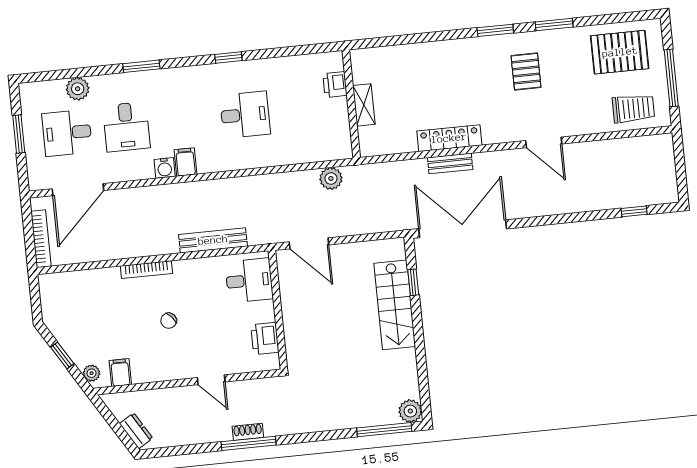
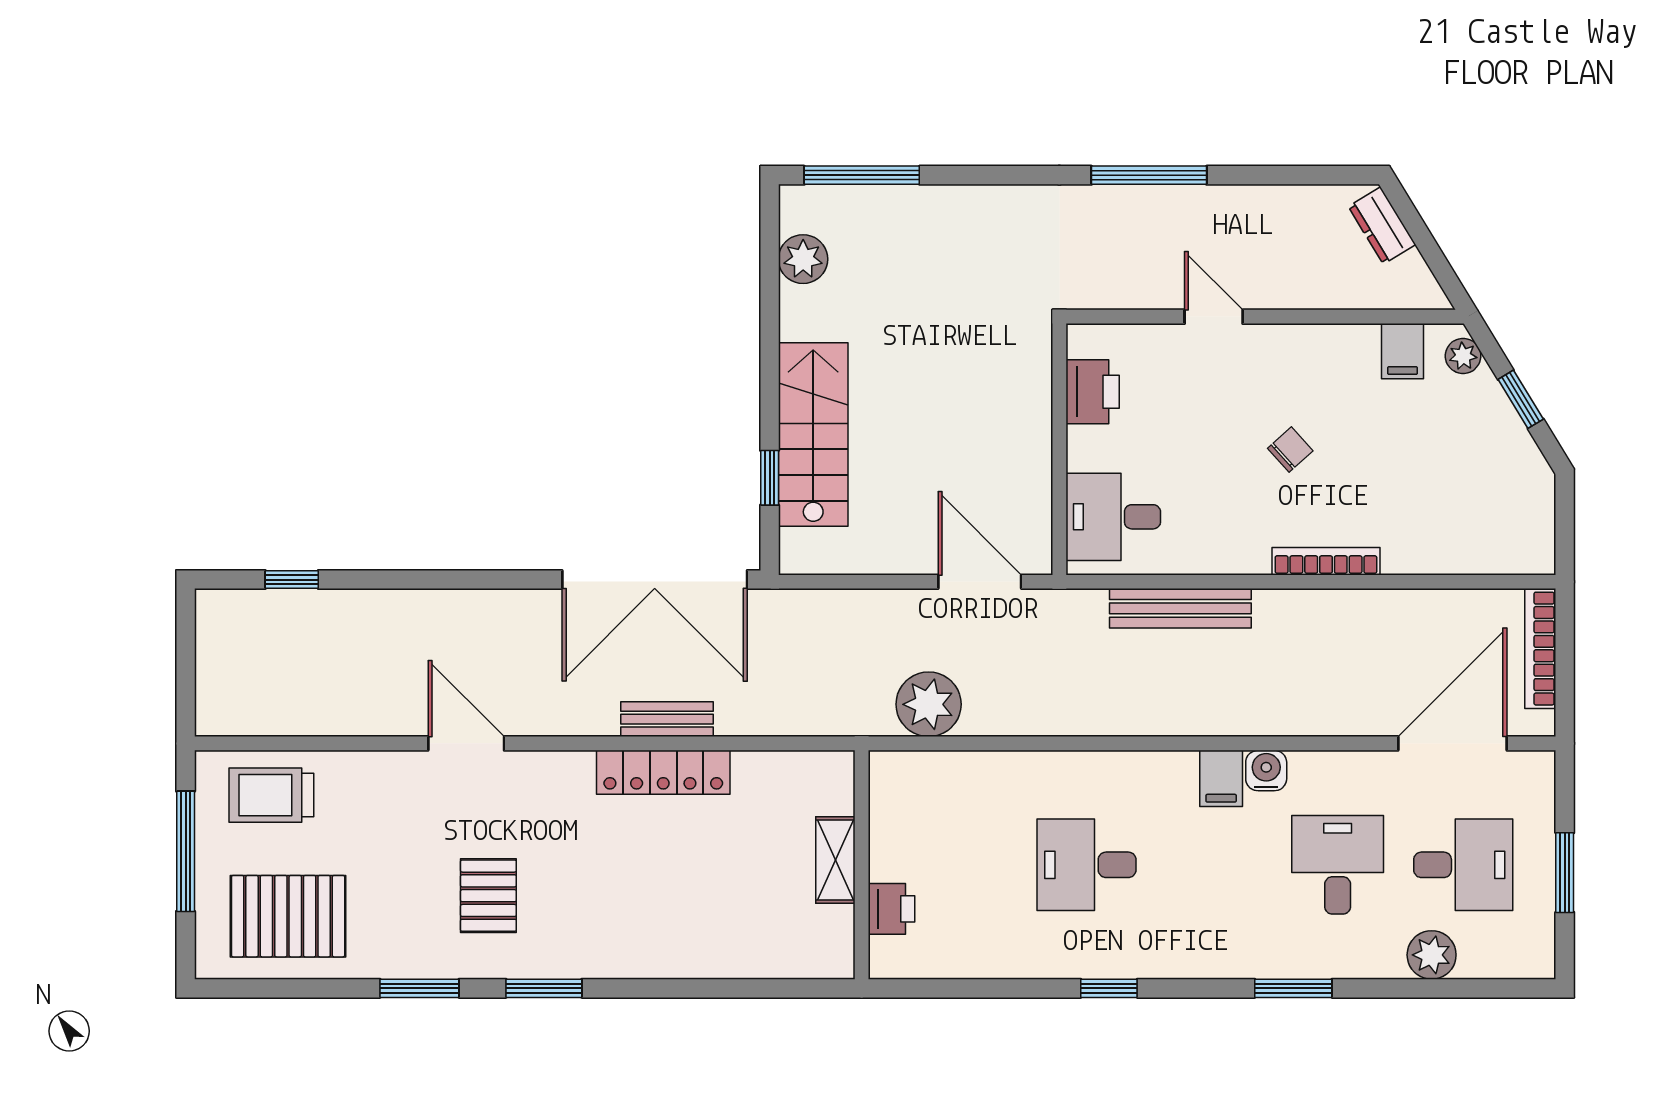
plant: (331, 178) -> (929, 704), width x1.36, depth x1.36
plant: (410, 411) -> (803, 259), moved
shoe rack: (248, 432) -> (1148, 200), removed

